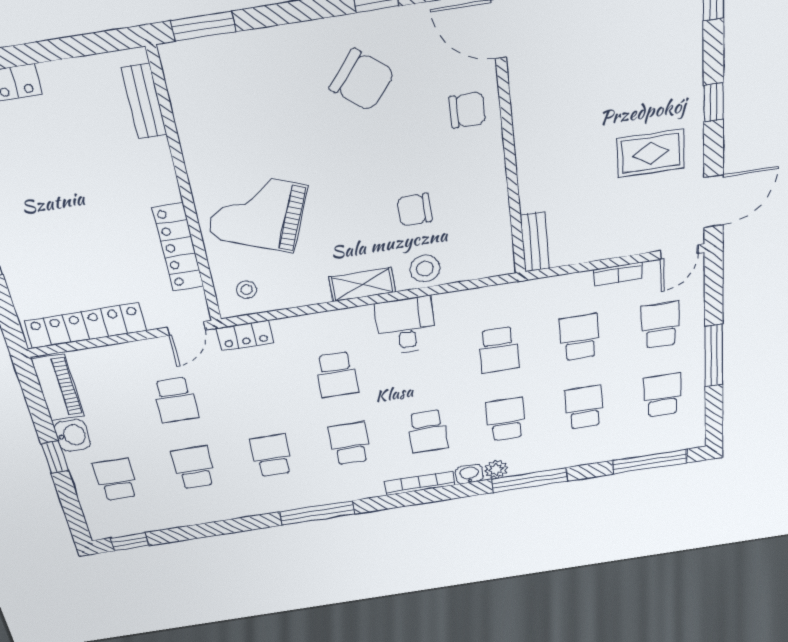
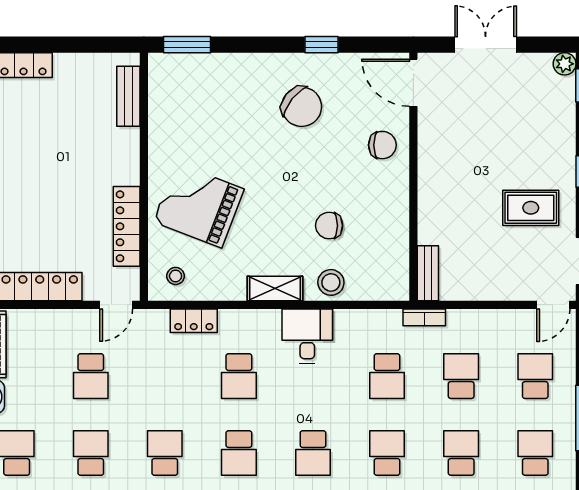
bookcase: (618, 274) -> (424, 317), moved
locker: (245, 335) -> (194, 321), moved
school desk: (350, 443) -> (239, 453), turned 180

